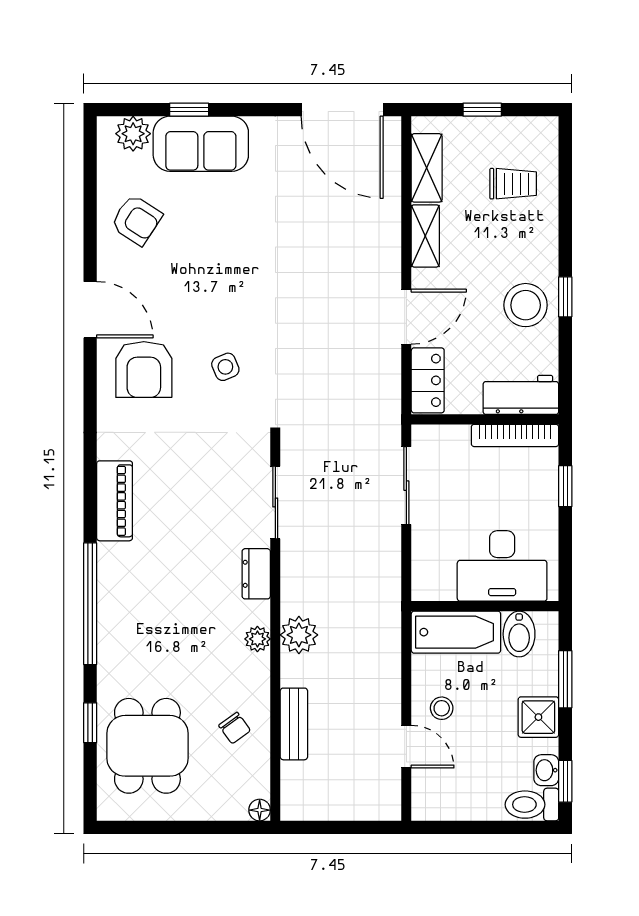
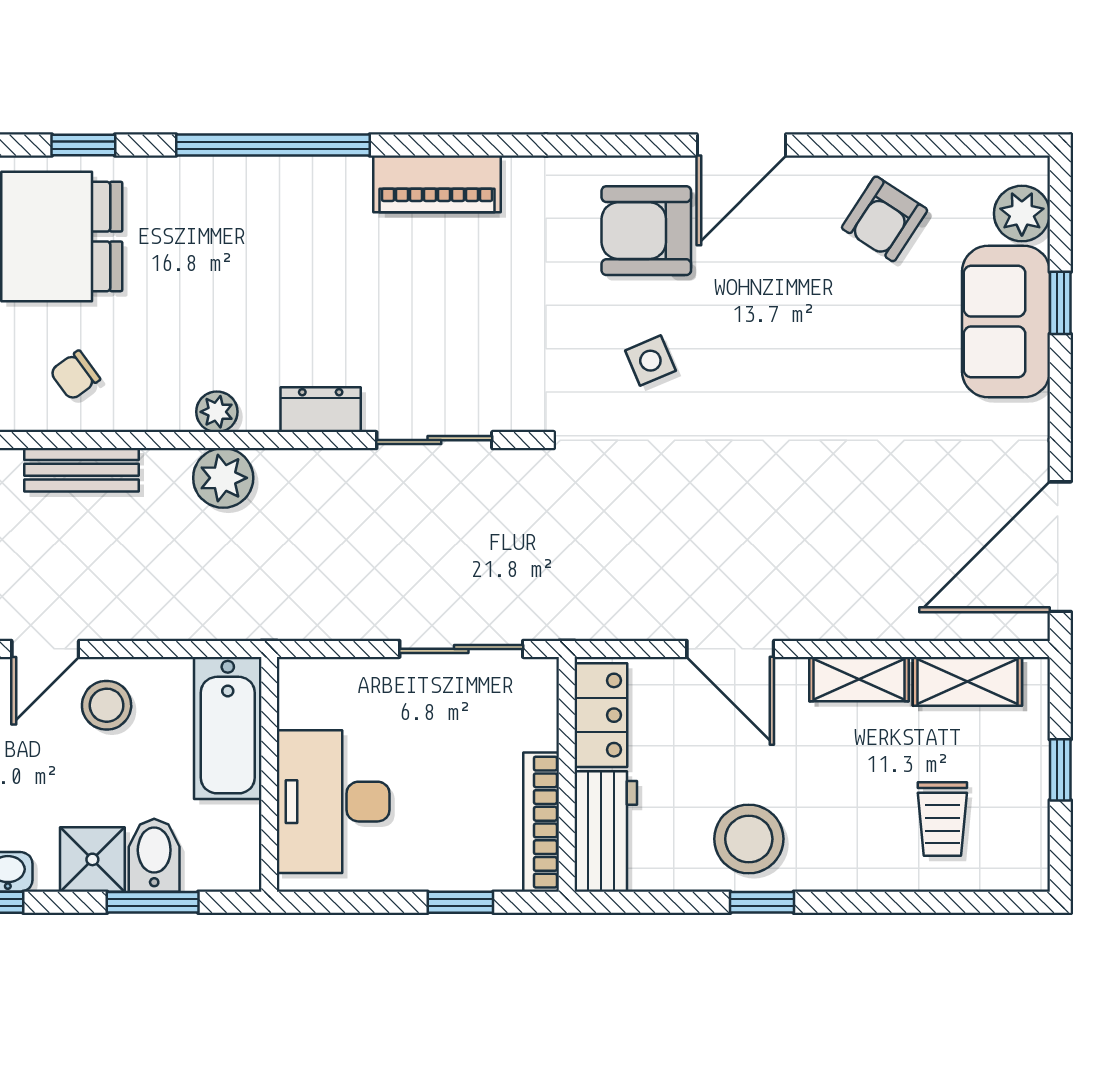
locker: (428, 380) -> (601, 715), moved, turned -90
bidet: (519, 634) -> (154, 855), moved, turned 90
stool: (442, 708) -> (107, 705), width x1.37, depth x1.37

